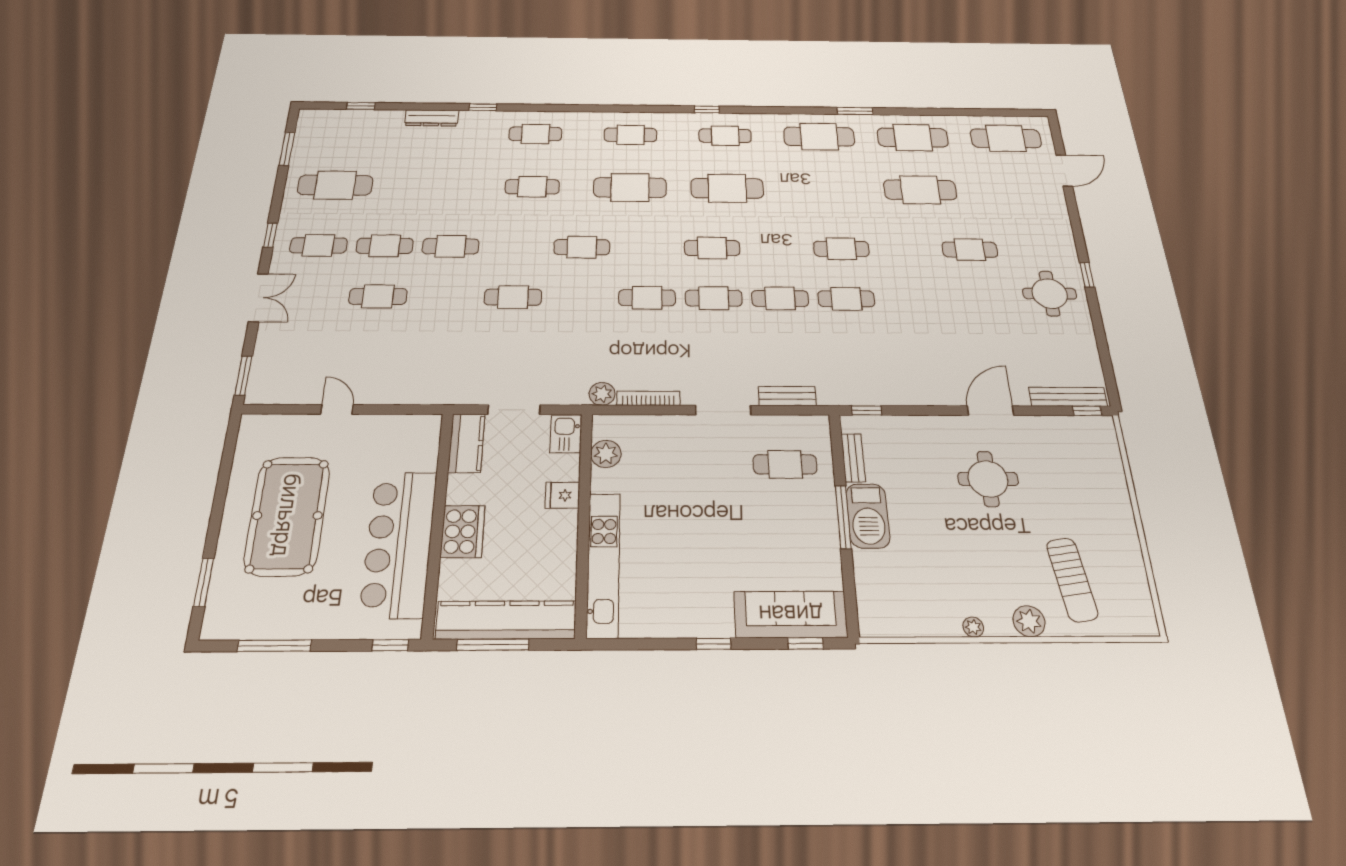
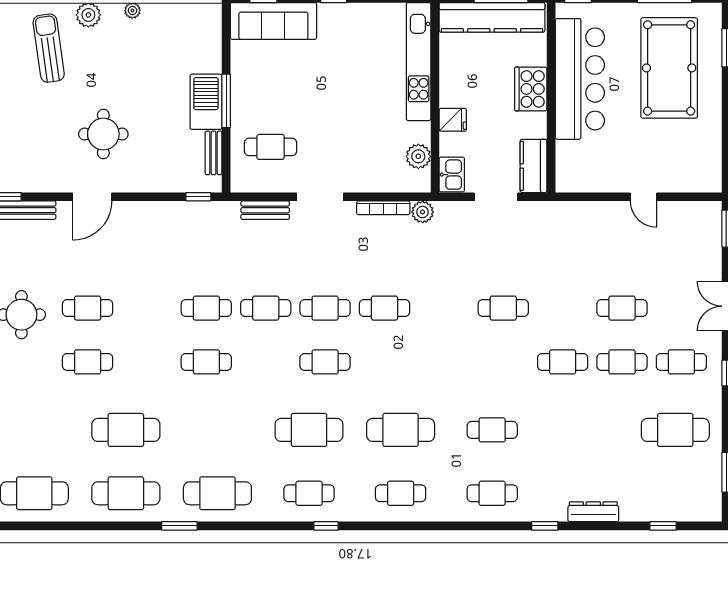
cafe table: (582, 247) -> (88, 308), moved
pool table: (287, 515) -> (669, 68), moved

